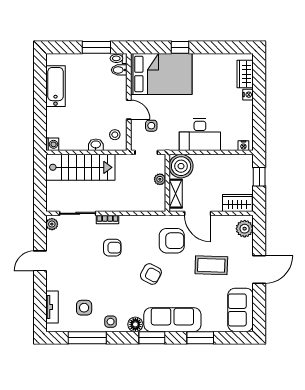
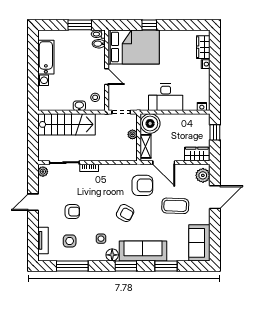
side table: (151, 126) -> (125, 90), removed
washing machine: (52, 144) -> (43, 80), moved
armchair: (112, 248) -> (72, 212), moved
door: (259, 269) -> (215, 197), moved
side table: (111, 322) -> (101, 239), moved

